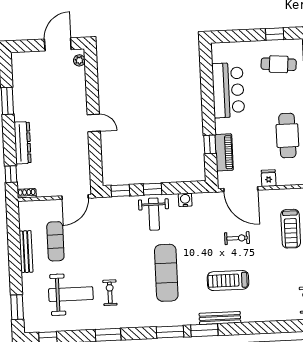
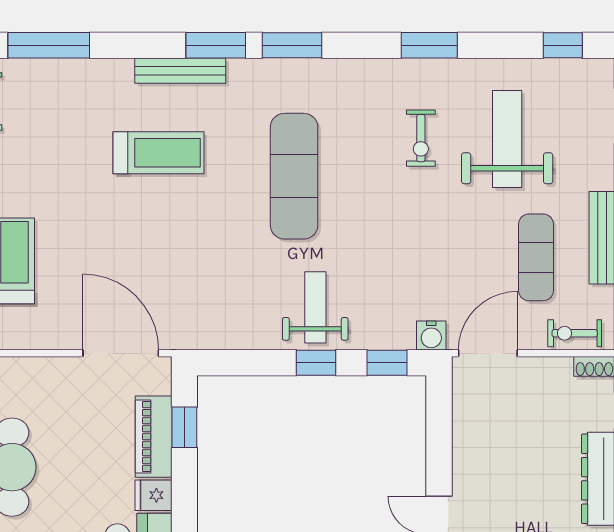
window: (210, 144) -> (184, 427), moved
fridge: (269, 178) -> (153, 495), moved, turned 90
water cooler: (185, 200) -> (431, 336), moved
exercise bike: (237, 238) -> (575, 333), moved
weight bench: (71, 294) -> (507, 139), turned 90
window: (280, 327) -> (49, 45), added

